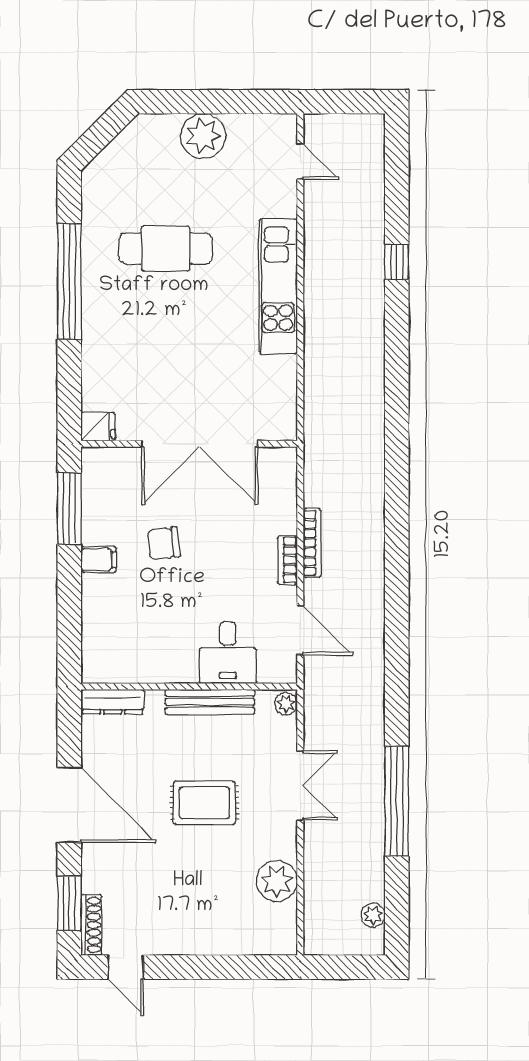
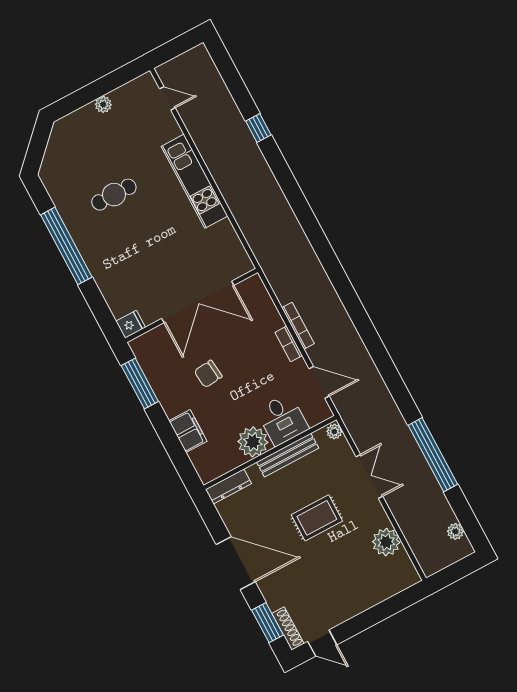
plant: (203, 136) -> (103, 104), width x0.53, depth x0.53
cafe table: (166, 248) -> (114, 195), width x0.73, depth x0.74
filing cabinet: (99, 560) -> (188, 431), moved, width x2.00
plant: (174, 661) -> (253, 442), added

